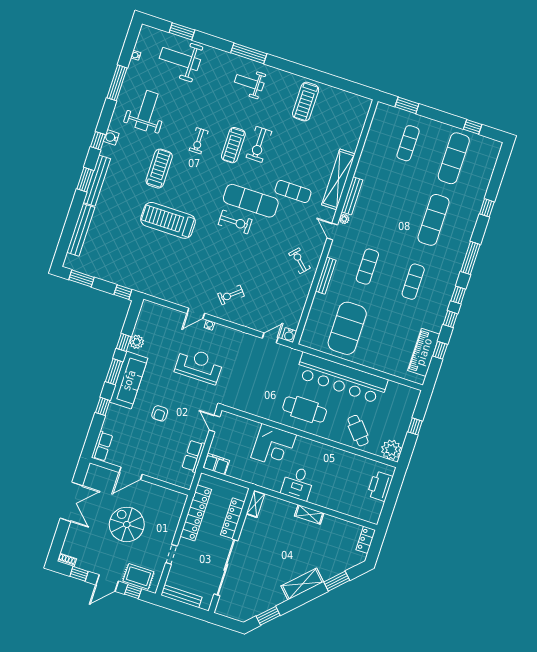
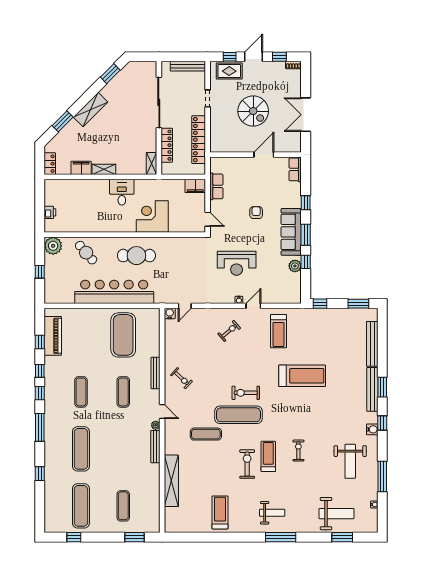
treadmill: (159, 169) -> (278, 331), moved
shelving: (338, 179) -> (171, 481), moved
printer: (380, 486) -> (50, 212), width x0.53, depth x0.68
filing cabinet: (333, 524) -> (81, 168), added

